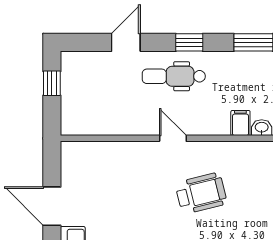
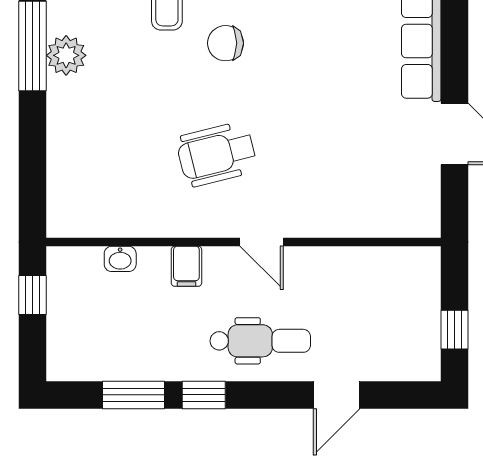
window: (189, 42) -> (204, 395), moved
filing cabinet: (240, 123) -> (186, 266), moved

